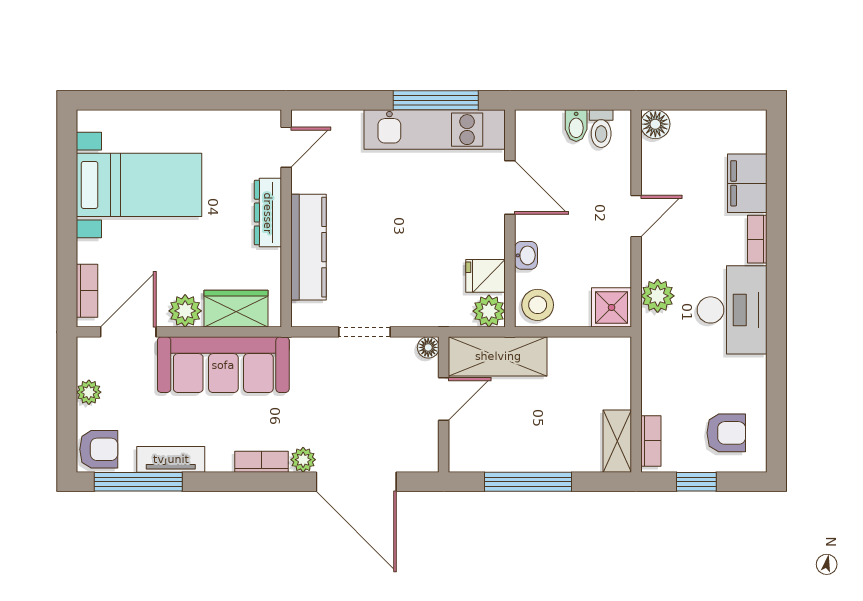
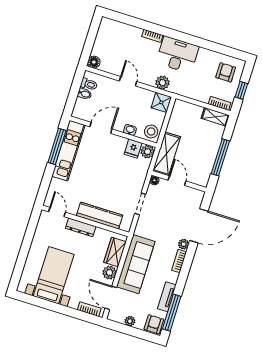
filing cabinet: (747, 183) -> (129, 33), removed

